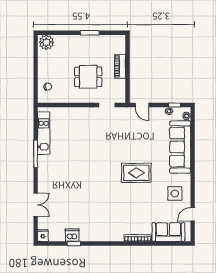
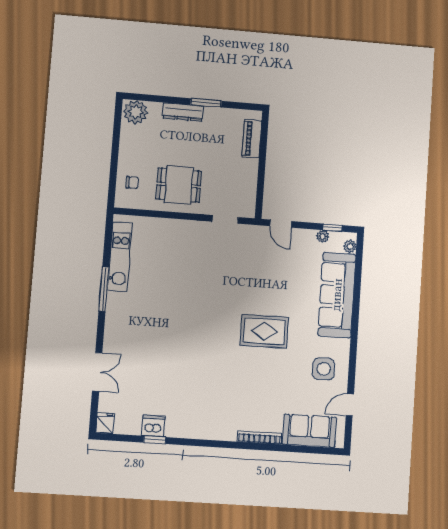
dresser: (76, 40) -> (183, 112), added
piano: (120, 66) -> (252, 139), moved
dining table: (88, 77) -> (179, 185), moved

